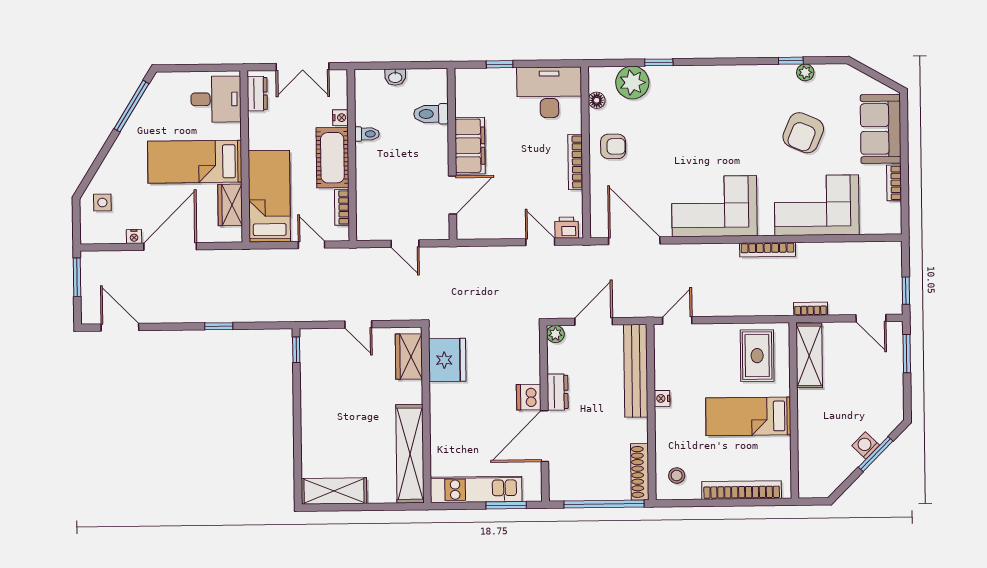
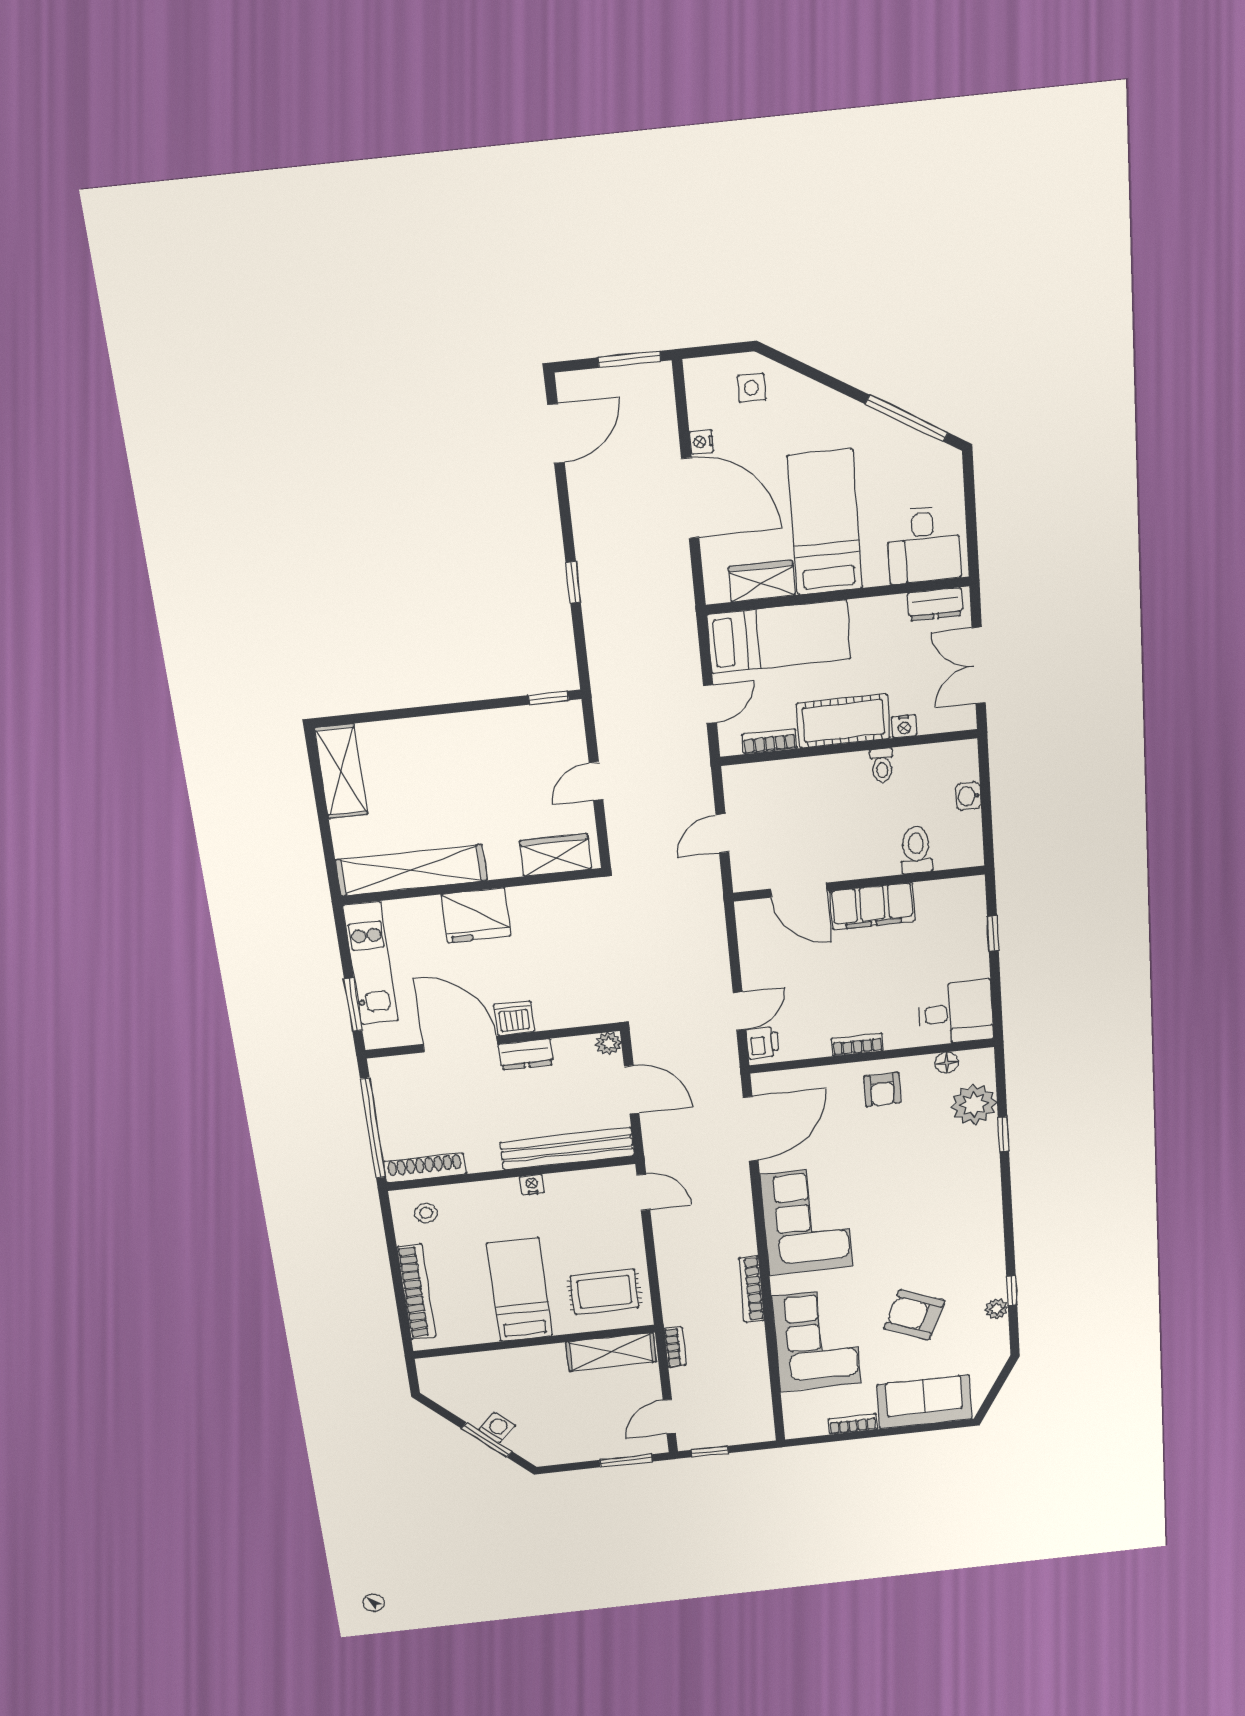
desk: (549, 92) -> (956, 1013), width x0.73
bookcase: (575, 162) -> (857, 1044), width x0.64
fridge: (447, 360) -> (476, 915), moved

